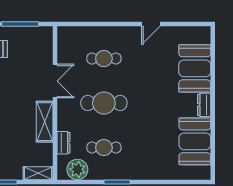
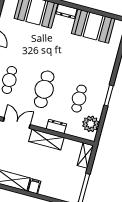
dresser: (63, 143) -> (56, 126), moved

